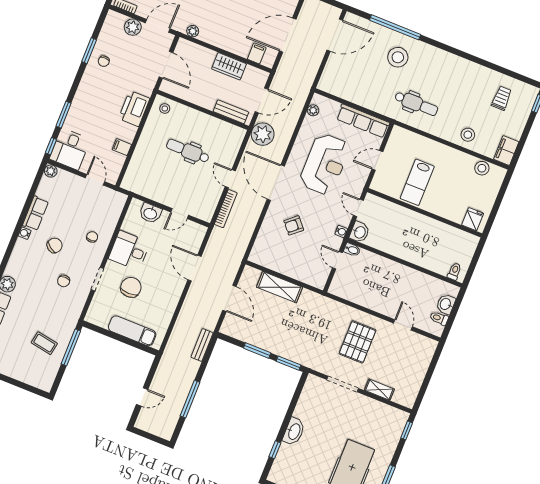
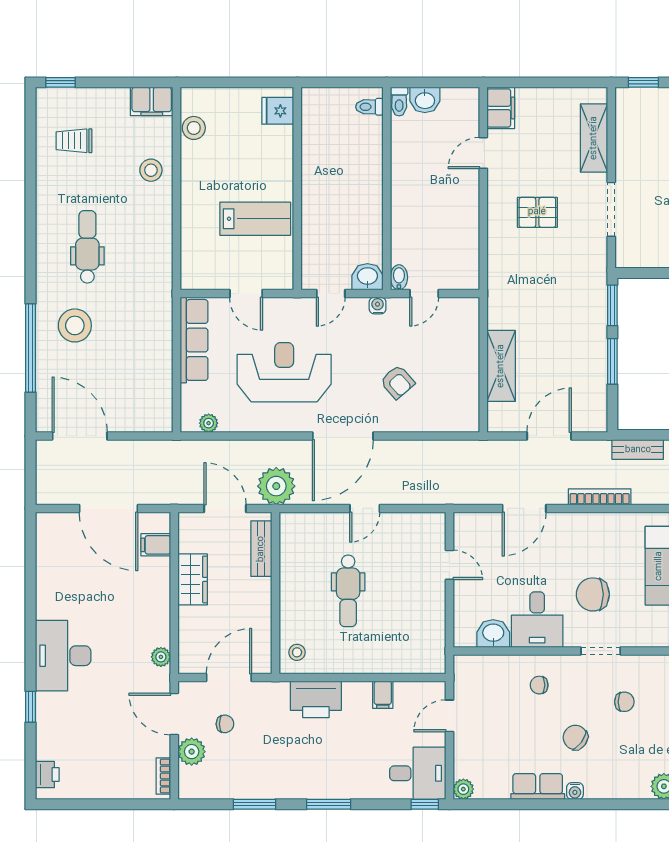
chair: (104, 61) -> (225, 724), moved
dental chair: (416, 104) -> (87, 247), moved
window: (64, 115) -> (329, 804), moved
bookcase: (226, 209) -> (600, 497), moved
washbasin: (150, 213) -> (493, 633), moved, turned -90
toilet: (439, 318) -> (399, 102), moved
pallet: (357, 342) -> (537, 212), width x0.67, depth x0.71
filing cabinet: (424, 345) -> (501, 108), added
shelving: (379, 390) -> (594, 138), width x1.50, depth x1.33

